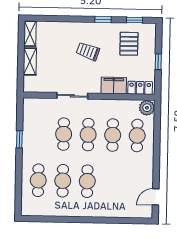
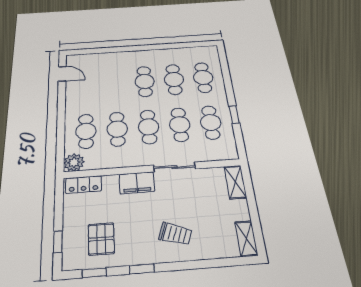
trolley: (88, 51) -> (175, 234), moved
shelving: (30, 61) -> (235, 182), moved
window: (158, 62) -> (58, 242), moved
filing cabinet: (114, 85) -> (137, 183), moved
cafe table: (39, 134) -> (211, 122), added
door: (156, 197) -> (62, 74), hinge flipped

